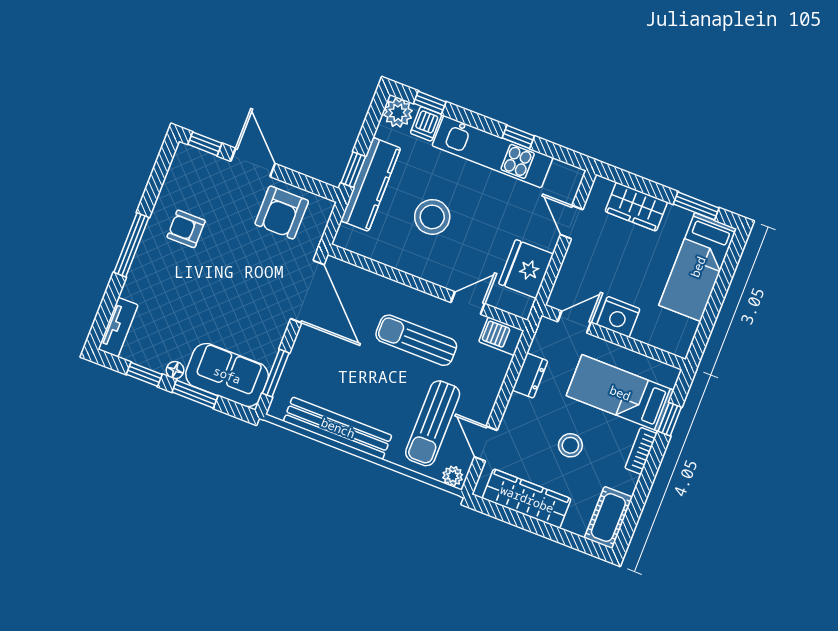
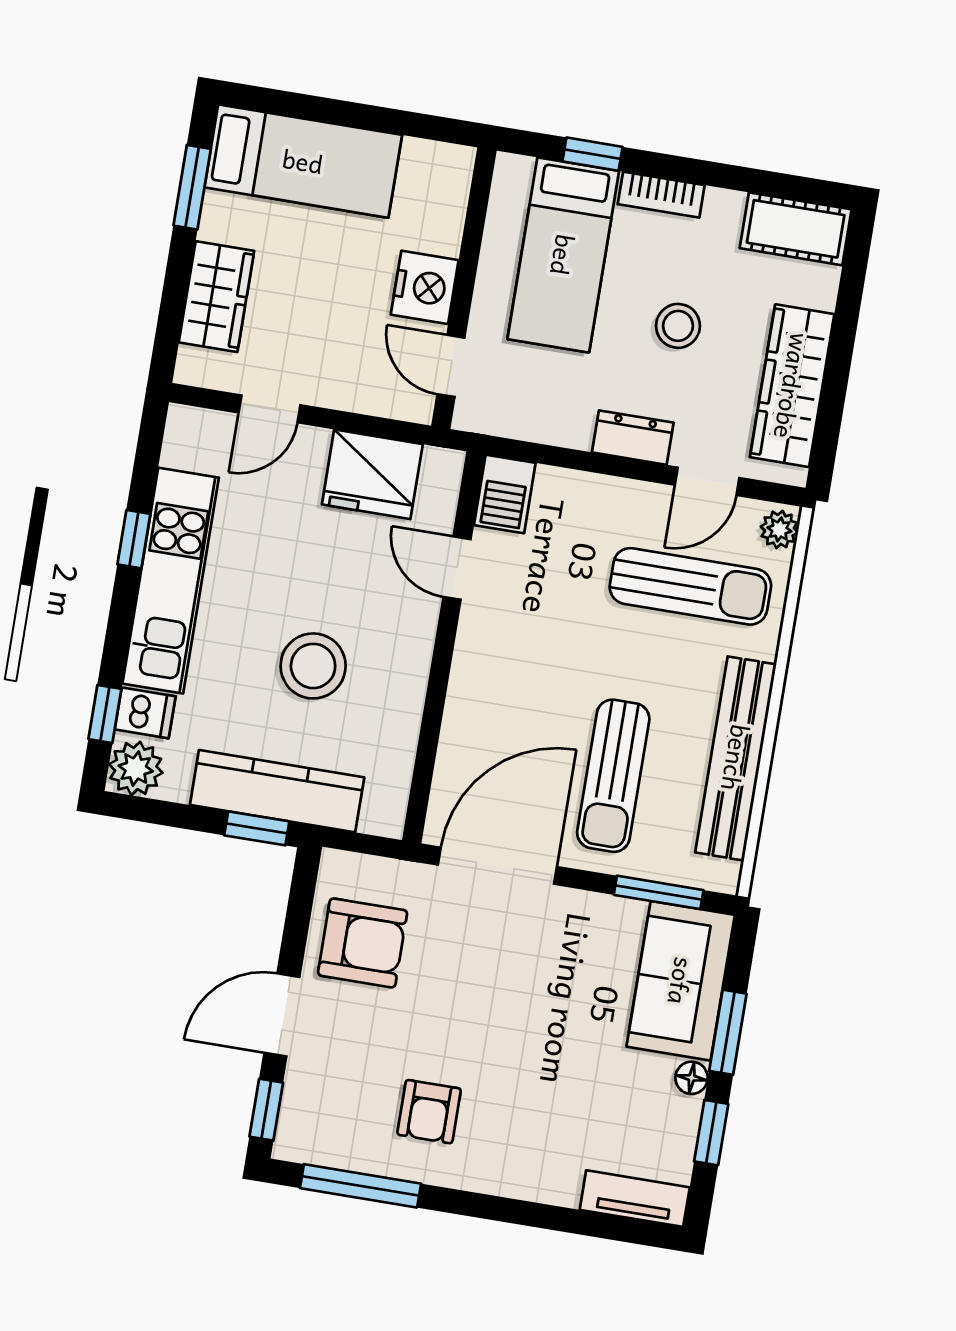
window: (131, 245) -> (360, 1186), moved
sun lounger: (416, 340) -> (613, 776), moved
dresser: (530, 375) -> (633, 438), moved

